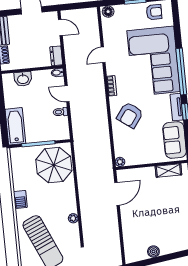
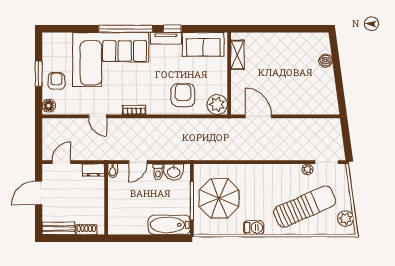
armchair: (154, 12) -> (56, 81), moved
washbasin: (23, 79) -> (174, 172), moved, turned 90
armchair: (130, 115) -> (183, 95), moved, turned -126
plant: (120, 162) -> (217, 105), width x1.88, depth x1.88
parasol: (54, 165) -> (219, 198), moved
plant: (73, 218) -> (307, 169), moved
boiler: (153, 252) -> (326, 61), moved

